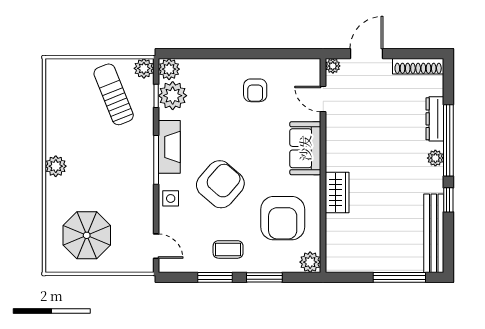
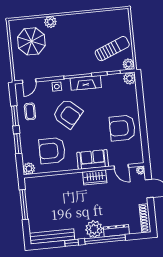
armchair: (255, 90) -> (122, 128), width x1.88, depth x1.88
plant: (173, 96) -> (115, 82), removed
door: (323, 99) -> (121, 167), swing flipped
plant: (435, 158) -> (94, 229), width x1.88, depth x1.88
plant: (56, 166) -> (50, 22), moved
wardrobe: (337, 193) -> (95, 177), moved
coffee table: (228, 249) -> (30, 111), moved
window: (399, 277) -> (24, 205), moved

